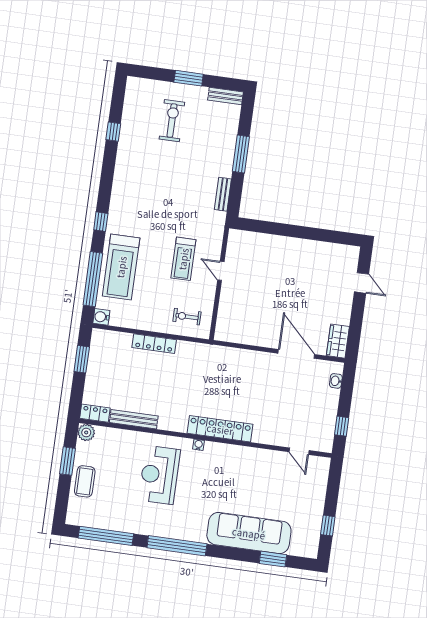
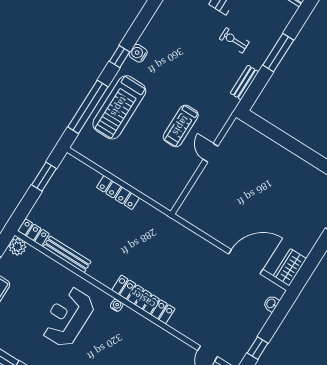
water cooler: (101, 317) -> (138, 53), moved
exercise bike: (187, 317) -> (234, 40), moved
door: (296, 354) -> (246, 262), hinge flipped

